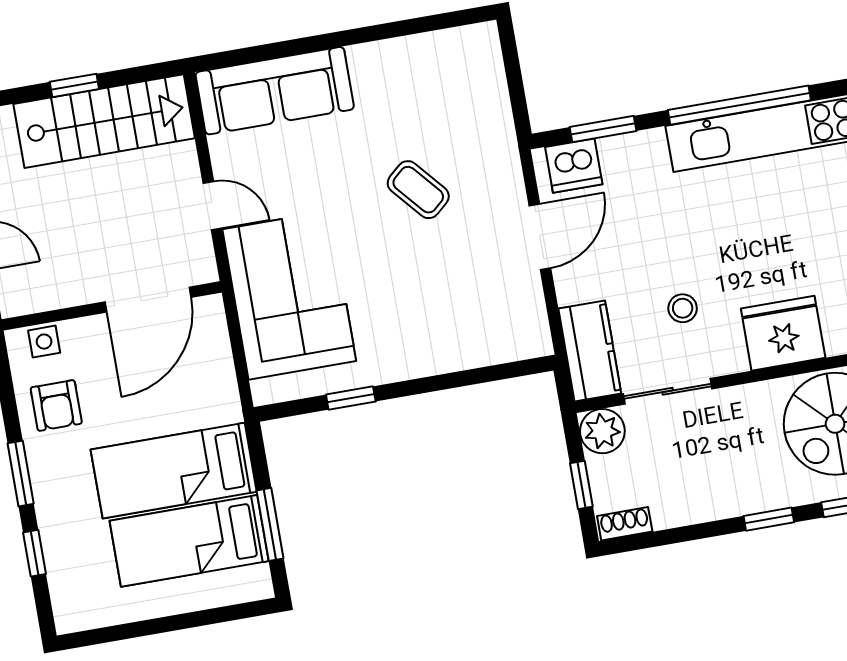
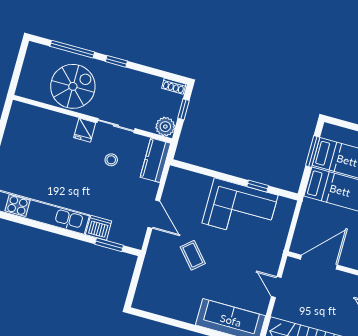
window: (739, 105) -> (51, 229), removed
dishwasher: (574, 166) -> (99, 228), moved
door: (540, 237) -> (154, 214), swing flipped
corner sofa: (289, 295) -> (240, 209), moved, turned -90
fridge: (783, 333) -> (85, 130), width x0.53, depth x0.75
sliding door: (668, 391) -> (116, 126), moved

